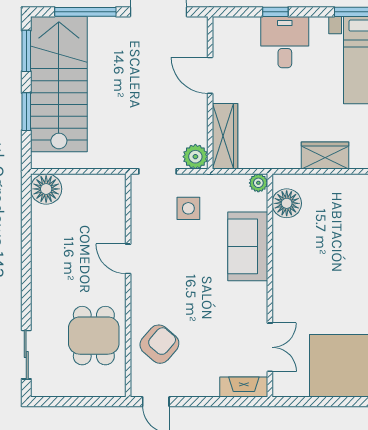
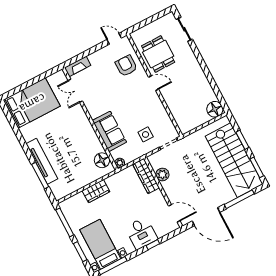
door: (210, 75) -> (174, 213), moved
plant: (195, 157) -> (162, 174), moved
door: (128, 259) -> (154, 83), moved
armchair: (159, 344) -> (126, 66), turned 139

